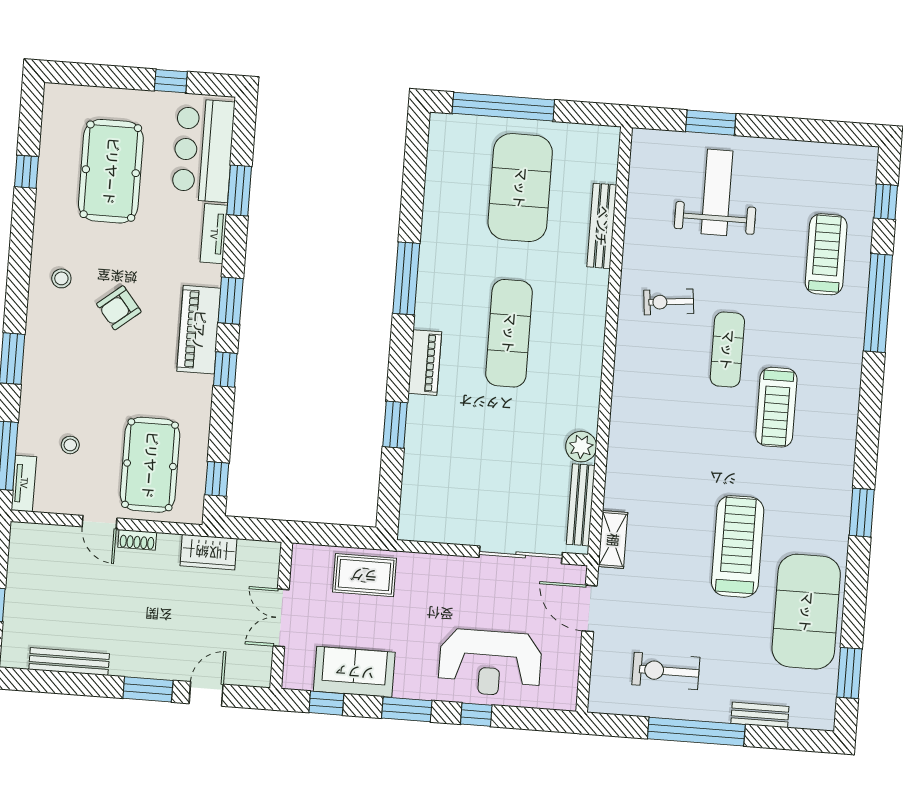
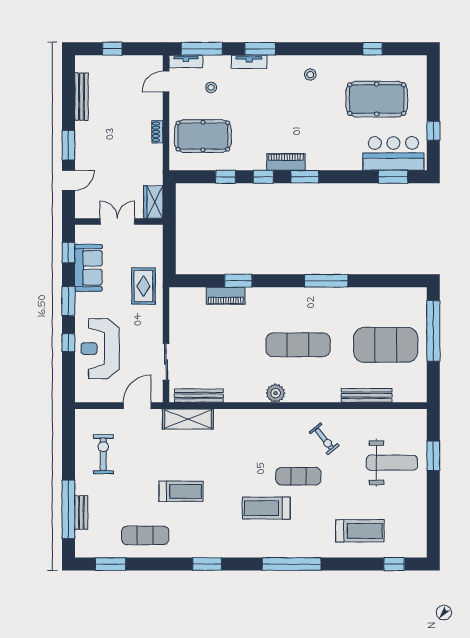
window: (239, 190) -> (393, 177), moved
tv unit: (214, 234) -> (249, 62), moved, turned 180
exercise bike: (669, 302) -> (324, 439), turned 147
window: (878, 303) -> (292, 564), moved
armchair: (119, 308) -> (295, 110), removed
piano: (199, 330) -> (286, 162), width x0.73, depth x0.75
piano: (425, 363) -> (226, 296), moved
plant: (581, 447) -> (276, 393), moved
window: (217, 479) -> (226, 177), moved
door: (100, 522) -> (166, 82), moved
shelving: (613, 540) -> (188, 419), width x1.50, depth x1.33
treadmill: (738, 546) -> (181, 491), width x0.73, depth x0.73
wardrobe: (209, 552) -> (153, 202), moved
sliding door: (521, 555) -> (166, 362), width x0.73
rug: (364, 575) -> (143, 286), moved
exercise mat: (806, 612) -> (145, 535), width x0.50, depth x0.69
door: (206, 694) -> (68, 180), hinge flipped
window: (696, 732) -> (68, 509), moved

